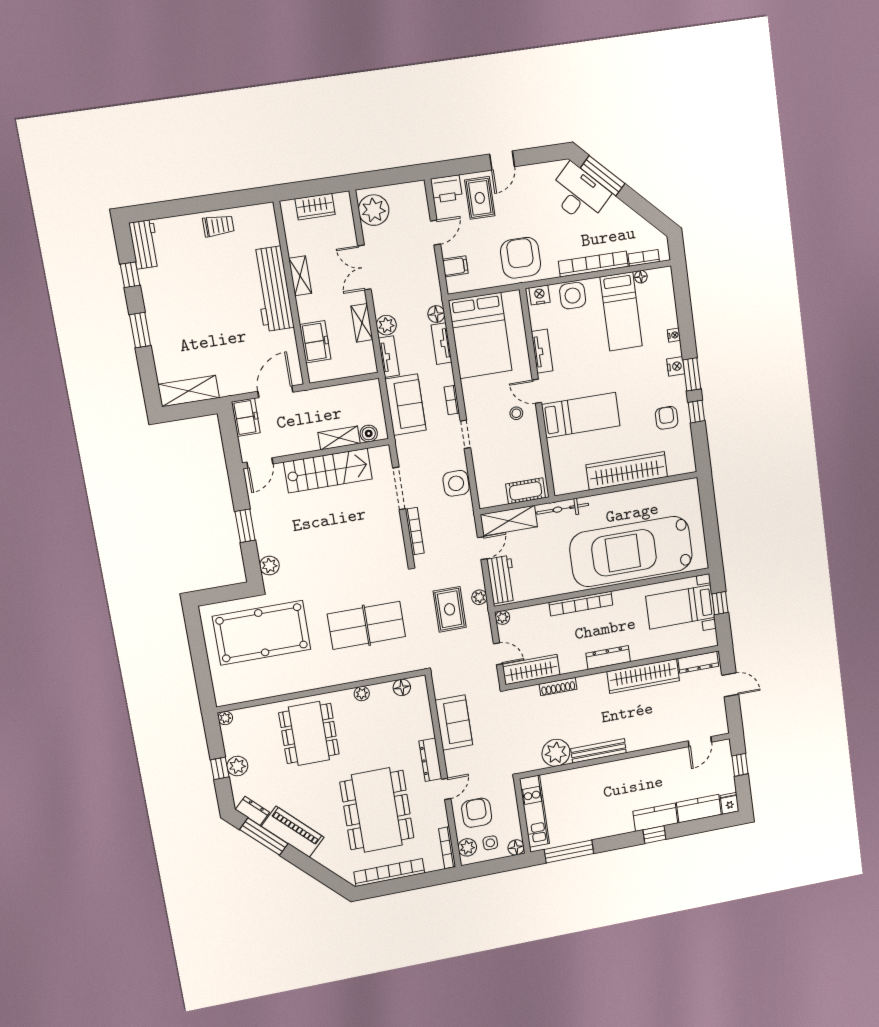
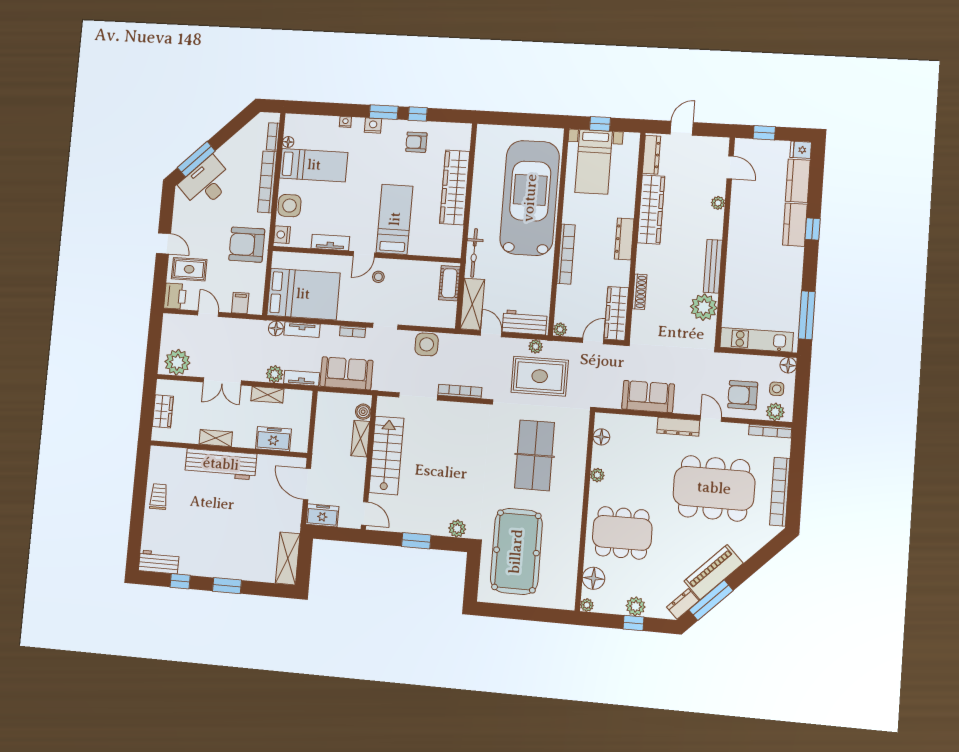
car: (631, 552) -> (530, 198), turned 180
rug: (450, 609) -> (540, 376), width x1.36, depth x1.43
floor lamp: (255, 717) -> (593, 578), added
plant: (662, 739) -> (718, 203), added

